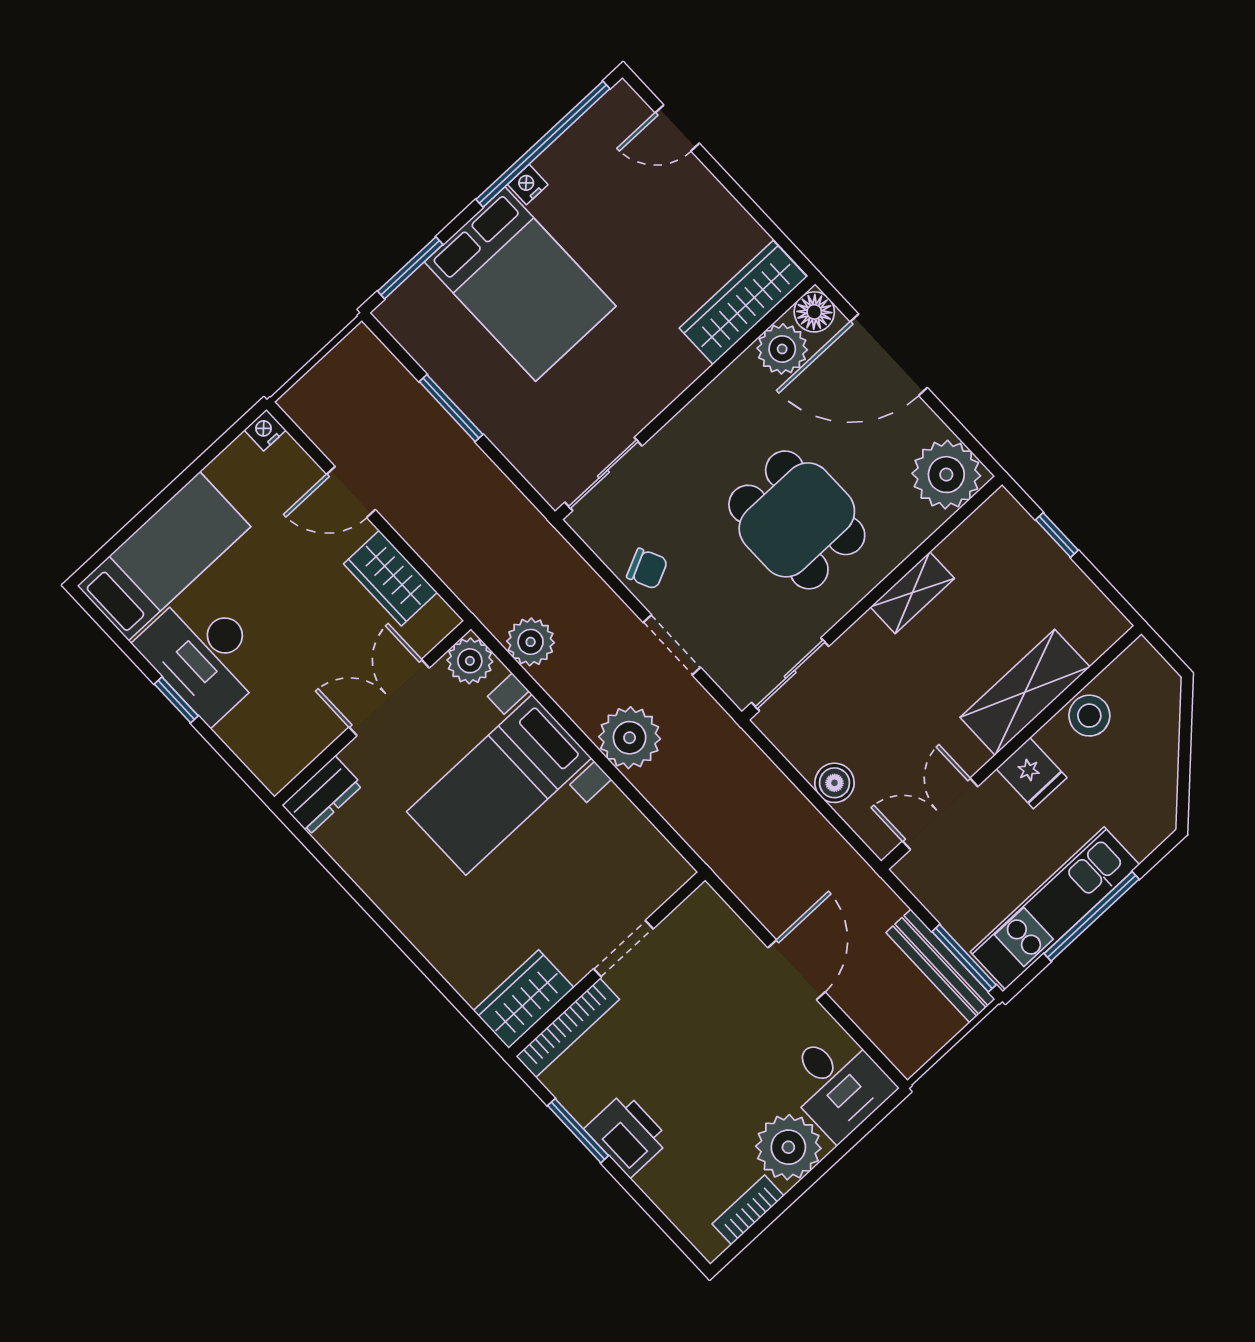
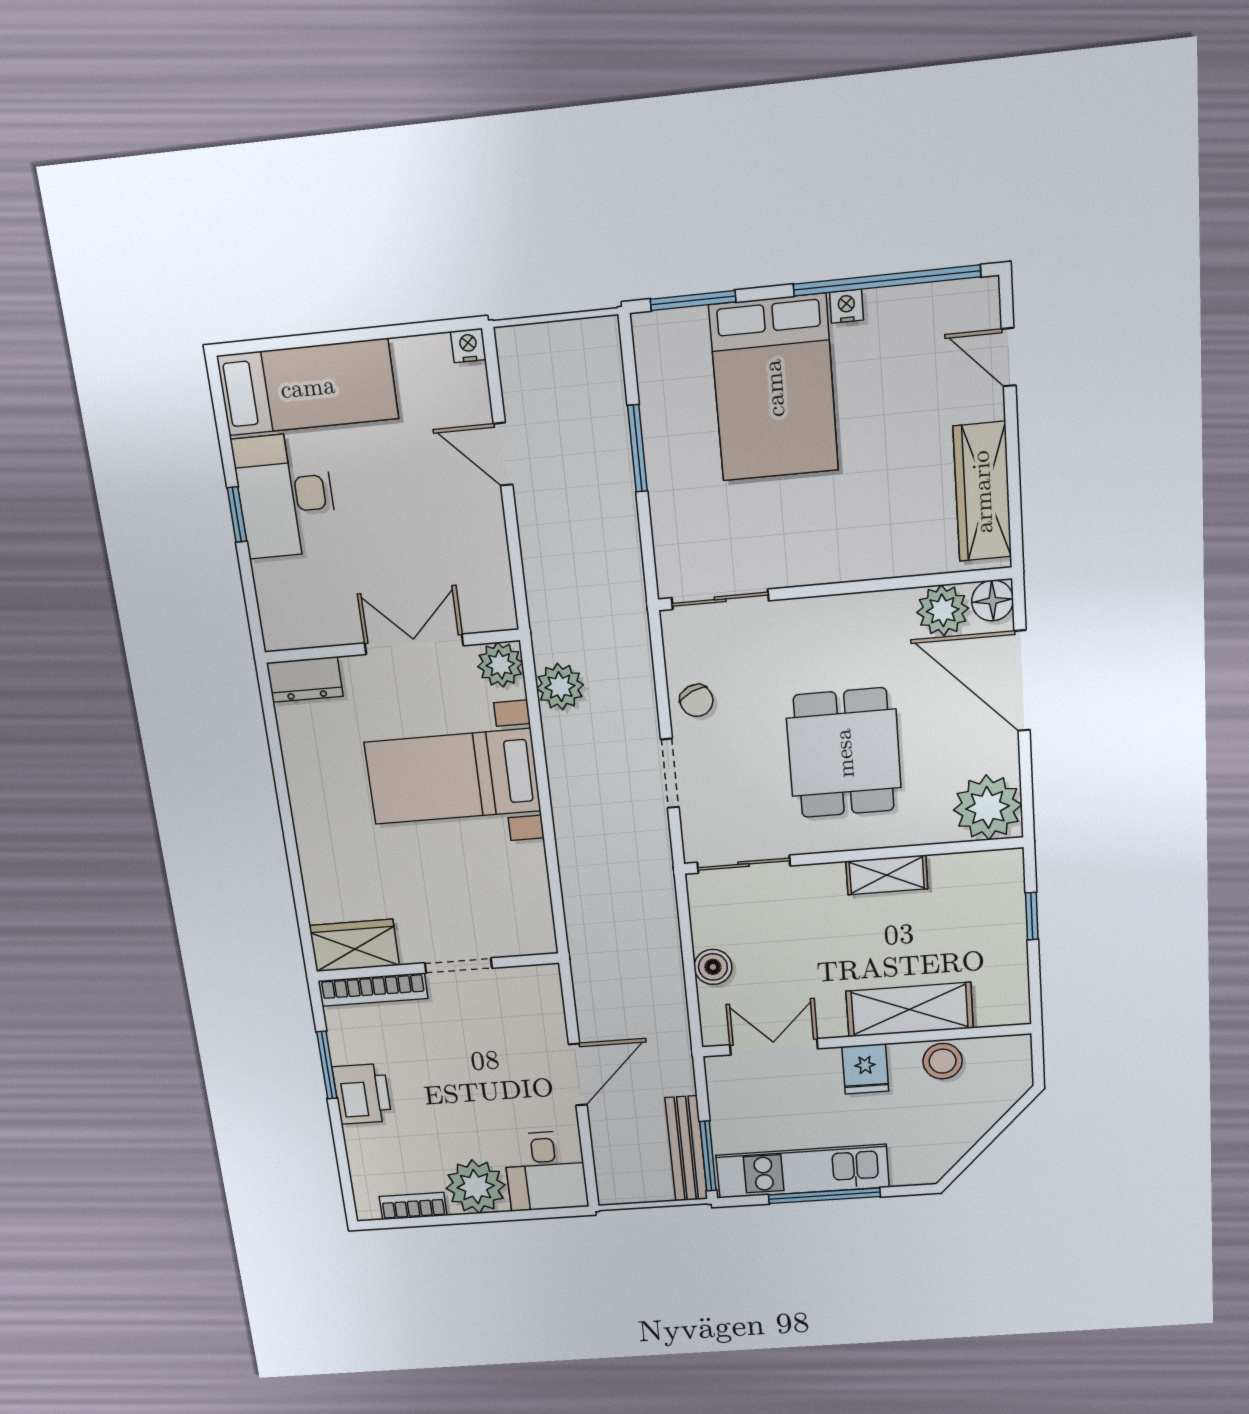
wardrobe: (743, 303) -> (982, 492), moved, turned -90
wardrobe: (390, 578) -> (484, 550), removed
plant: (630, 738) -> (582, 818), removed

